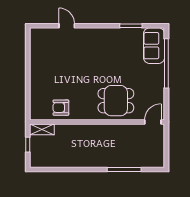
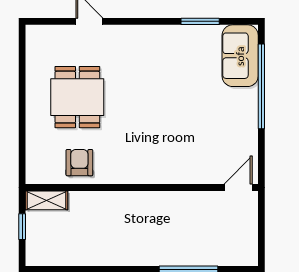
dining table: (116, 101) -> (77, 97), moved, turned 90
armchair: (61, 108) -> (79, 163), turned 90

